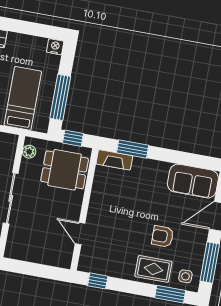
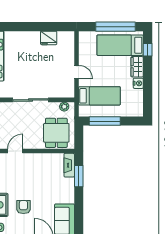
nightstand: (55, 47) -> (138, 83), moved
window: (73, 138) -> (79, 135), removed

